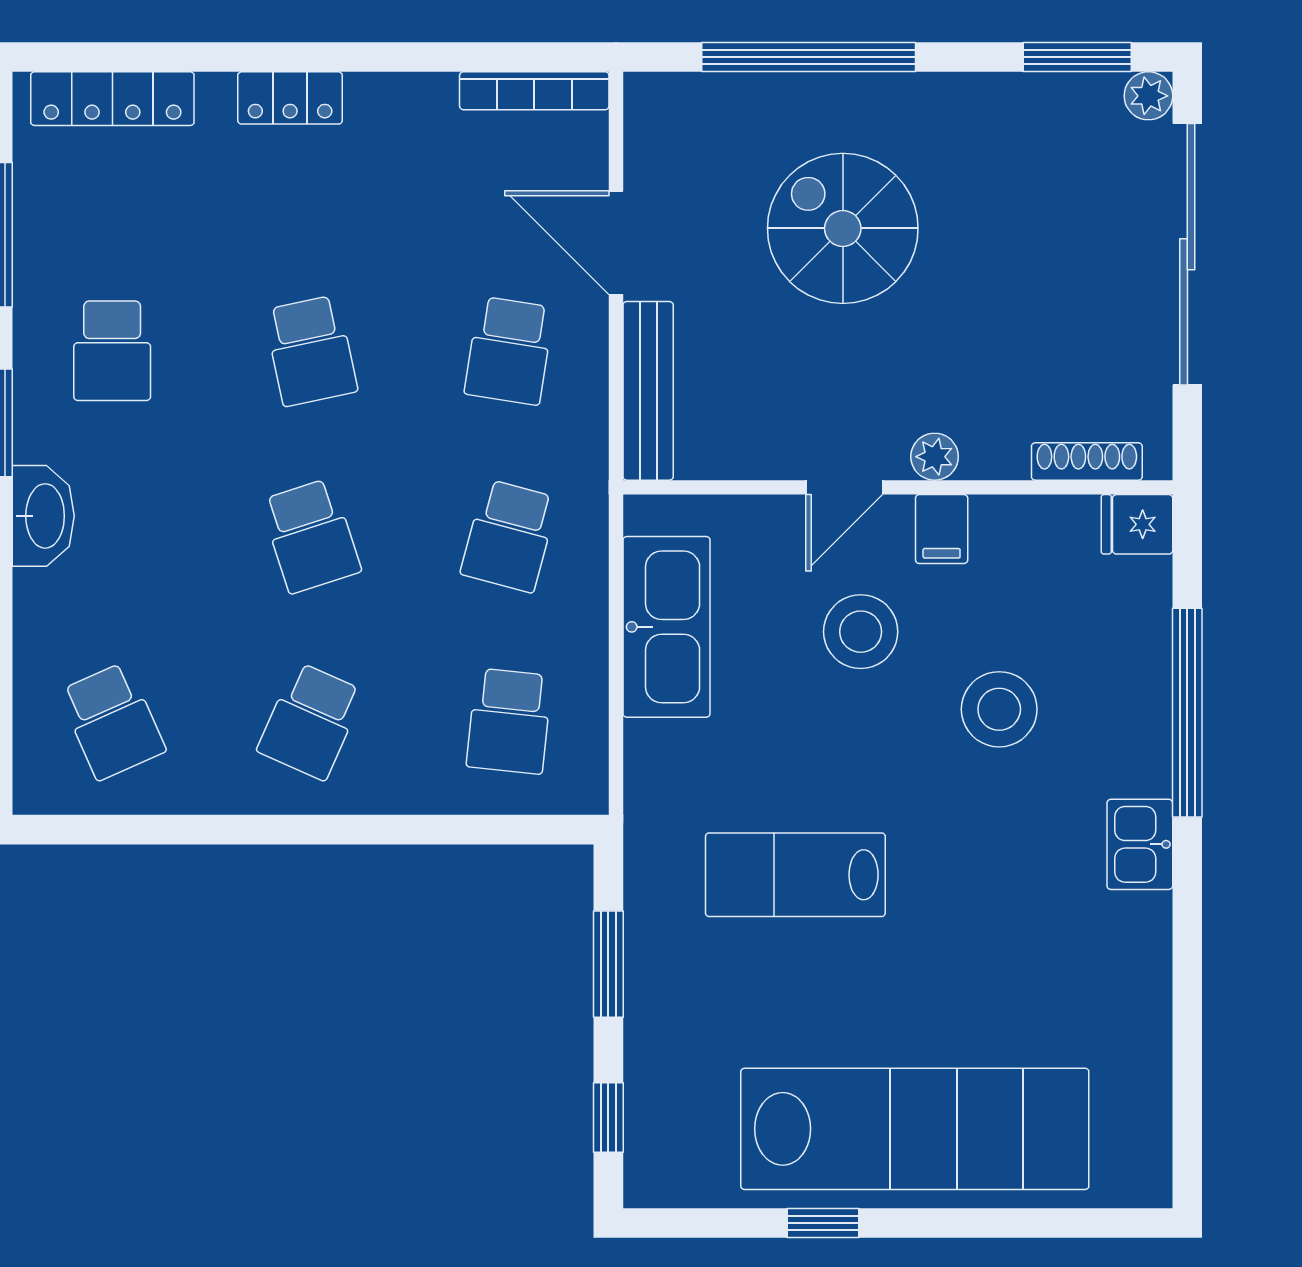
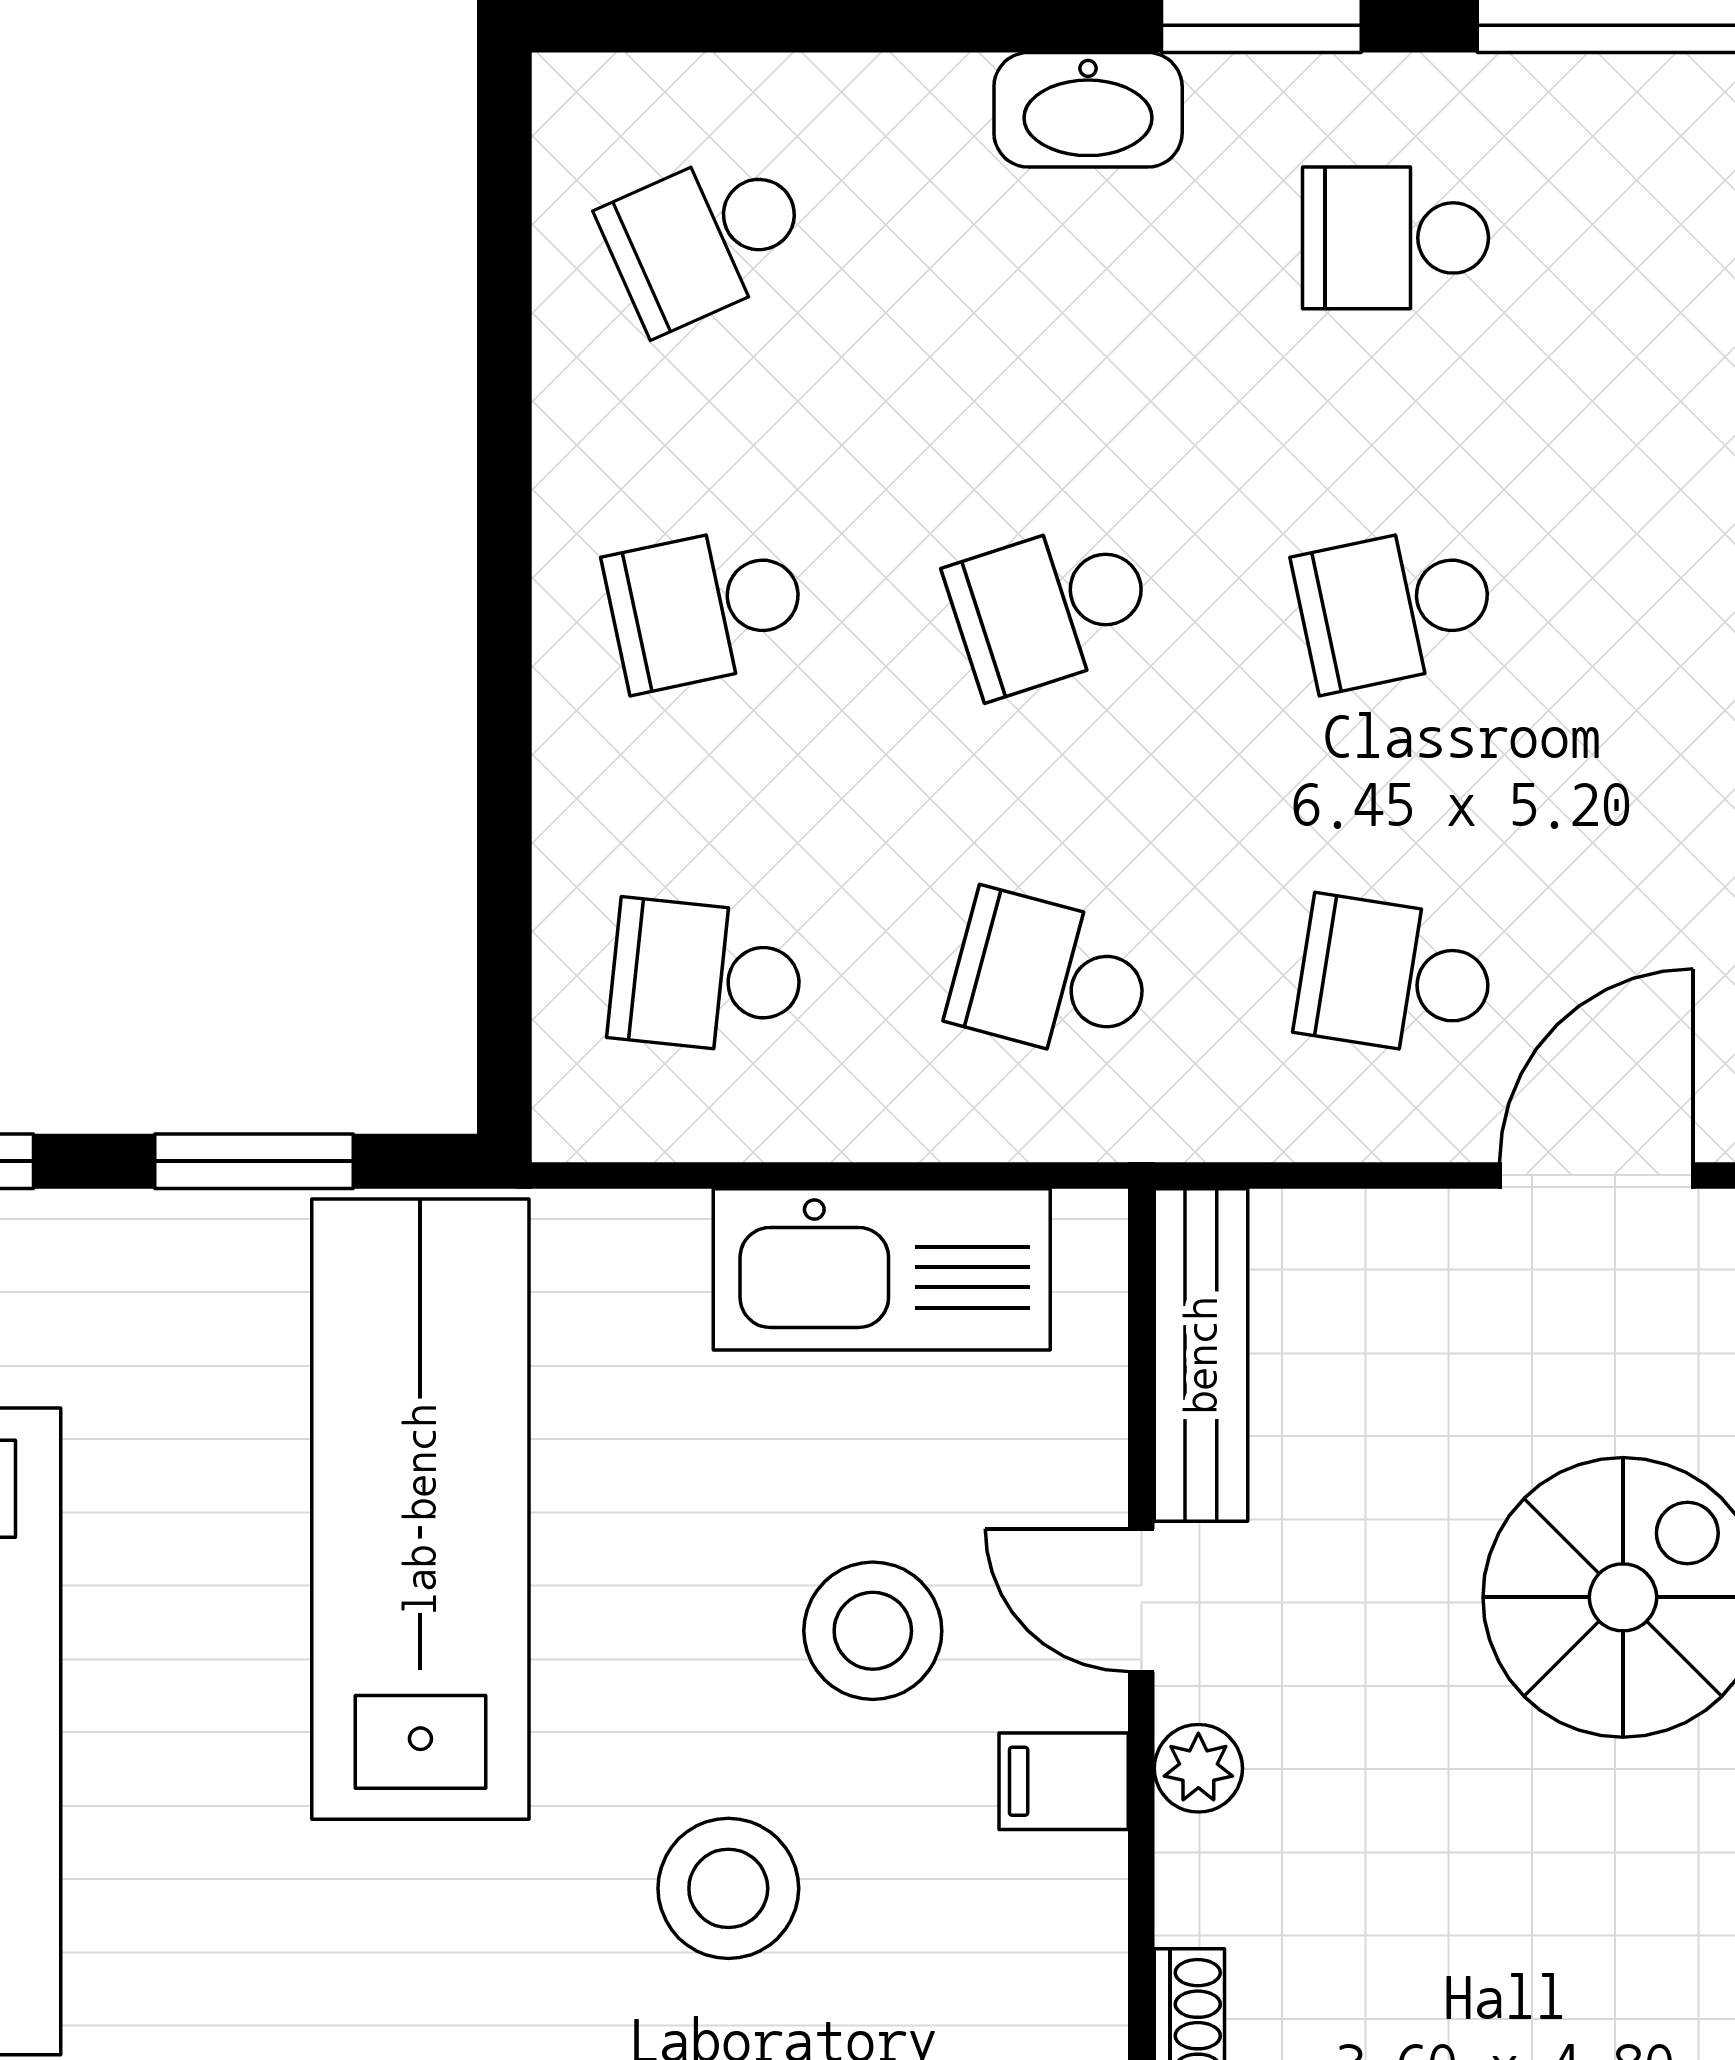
bench: (648, 391) -> (1201, 1355), moved, turned 90
school desk: (311, 721) -> (706, 607), turned -36
lab bench: (795, 875) -> (420, 1509), width x1.86, depth x1.39

